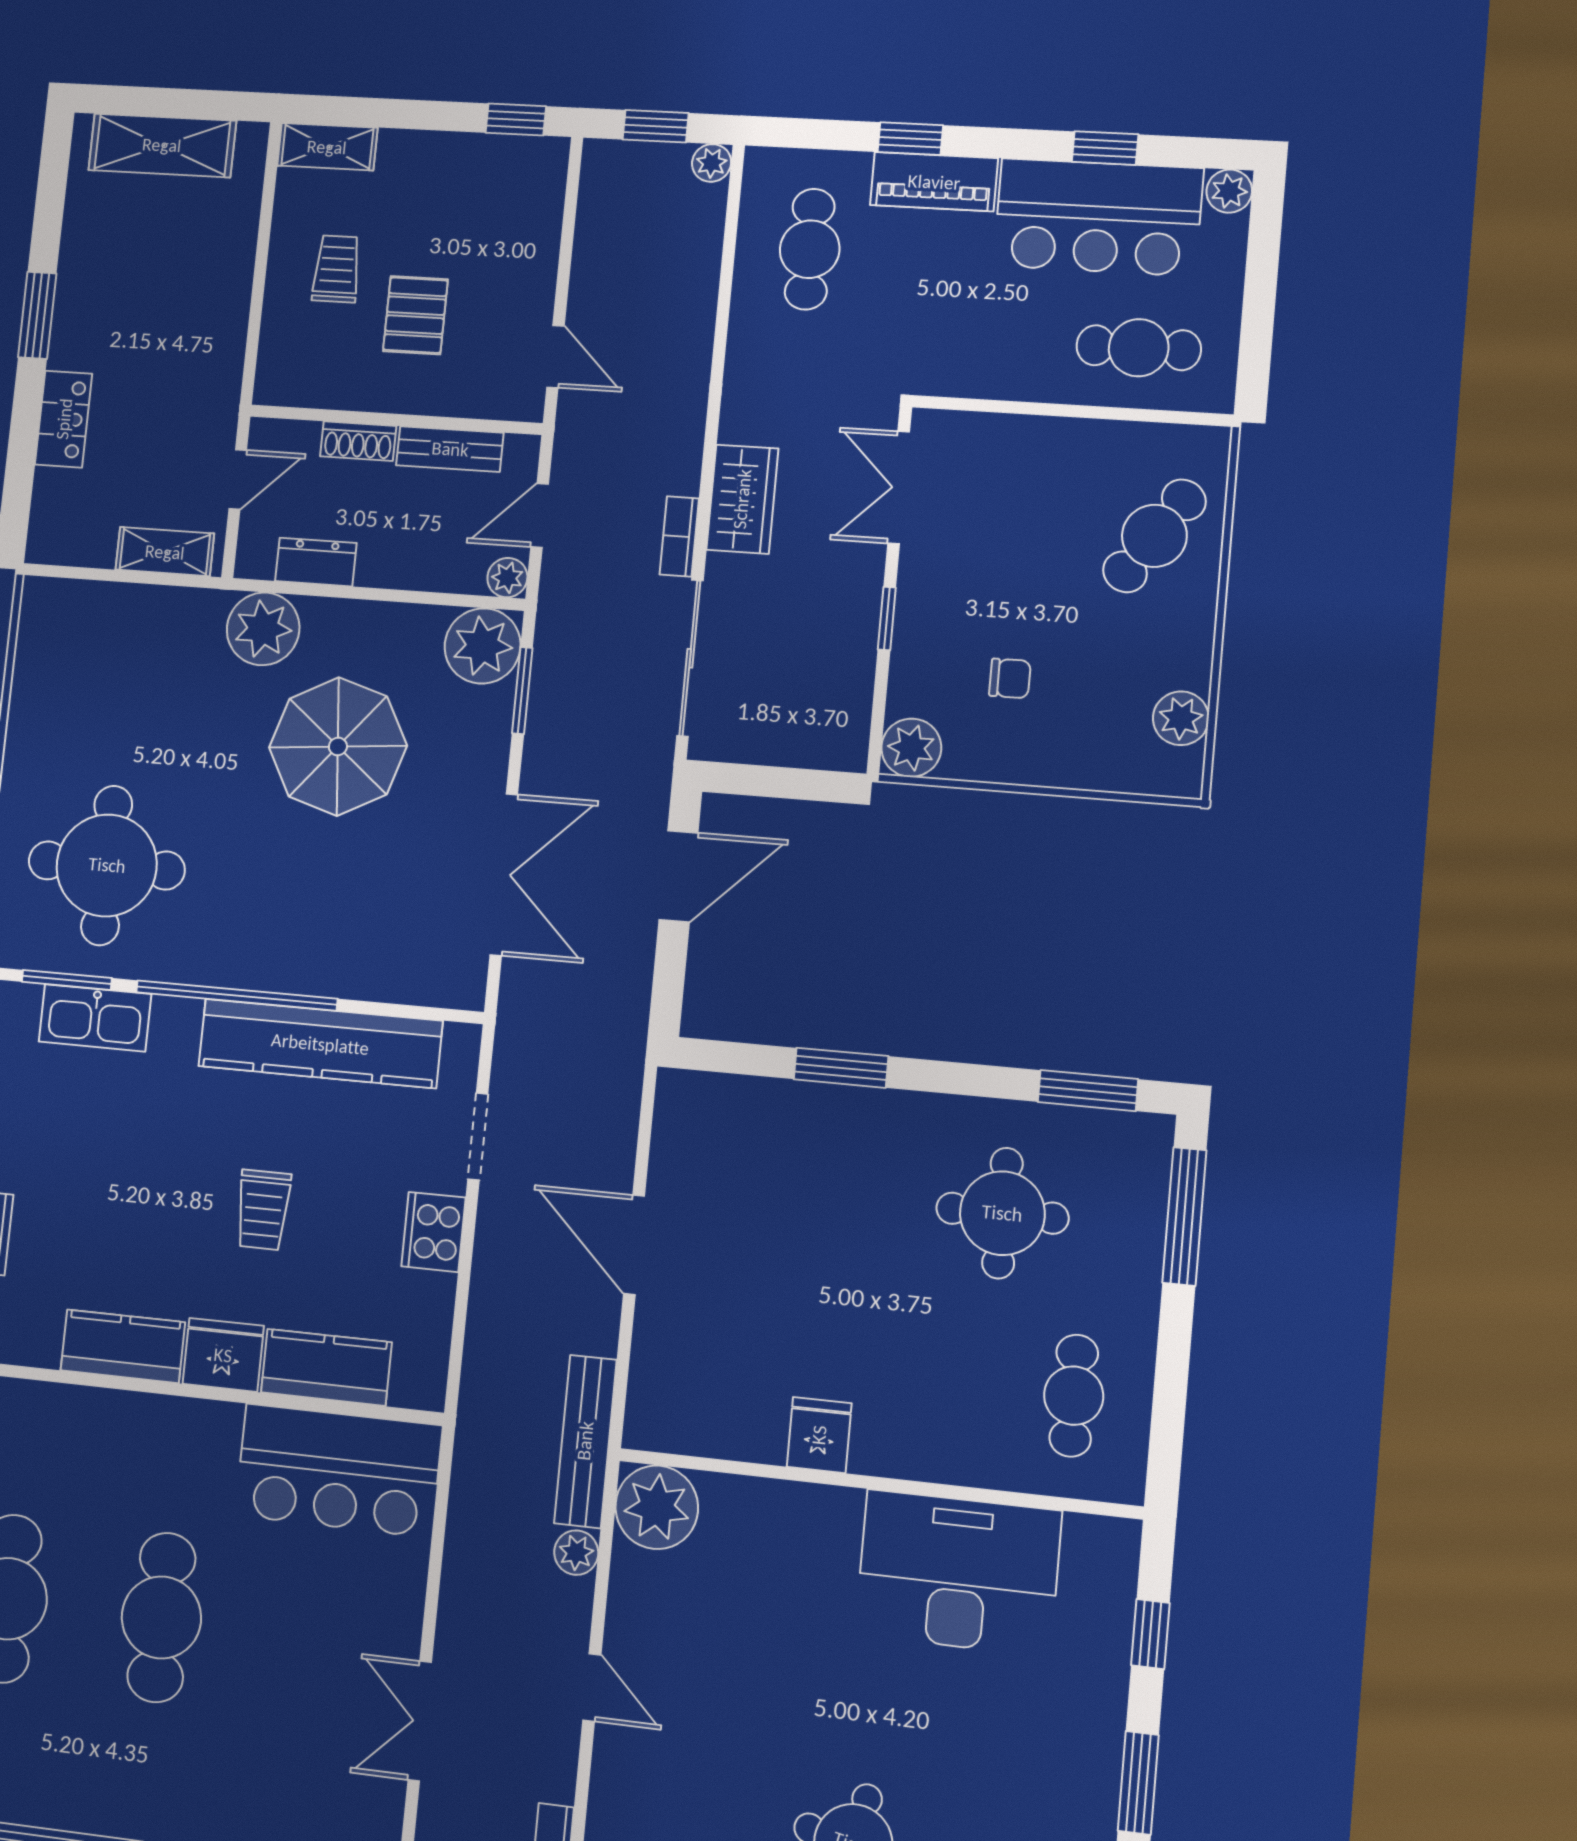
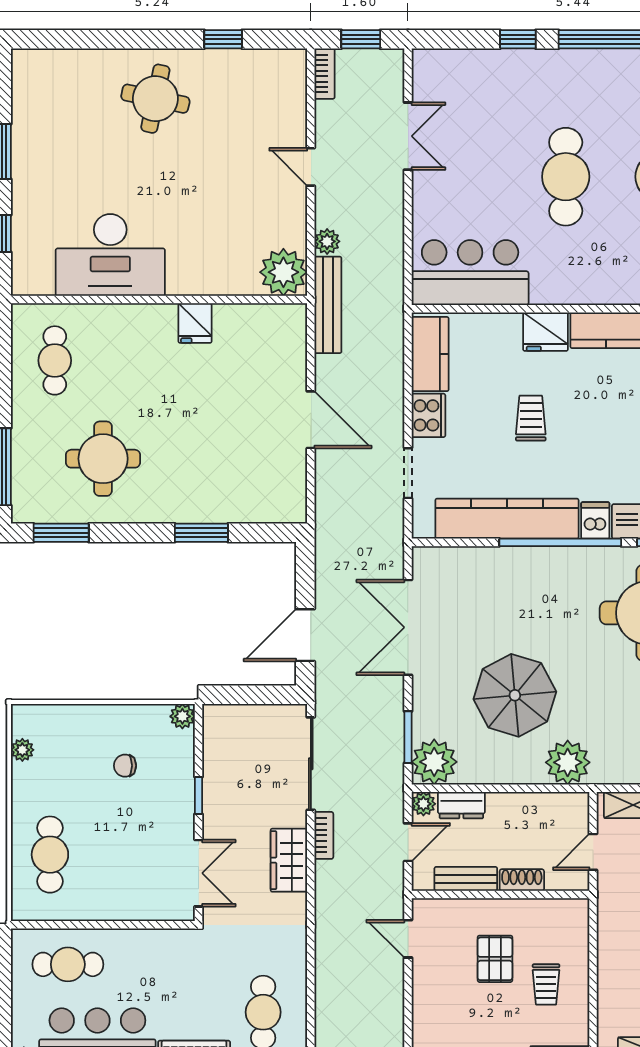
cafe table: (1154, 536) -> (50, 855), turned -34
dresser: (316, 562) -> (461, 805), moved
plant: (1181, 718) -> (22, 750), width x0.73, depth x0.73
plant: (911, 748) -> (182, 716), width x0.73, depth x0.73
dishwasher: (175, 1027) -> (595, 520), added
kitchen counter: (326, 1367) -> (430, 354), moved, turned -90

